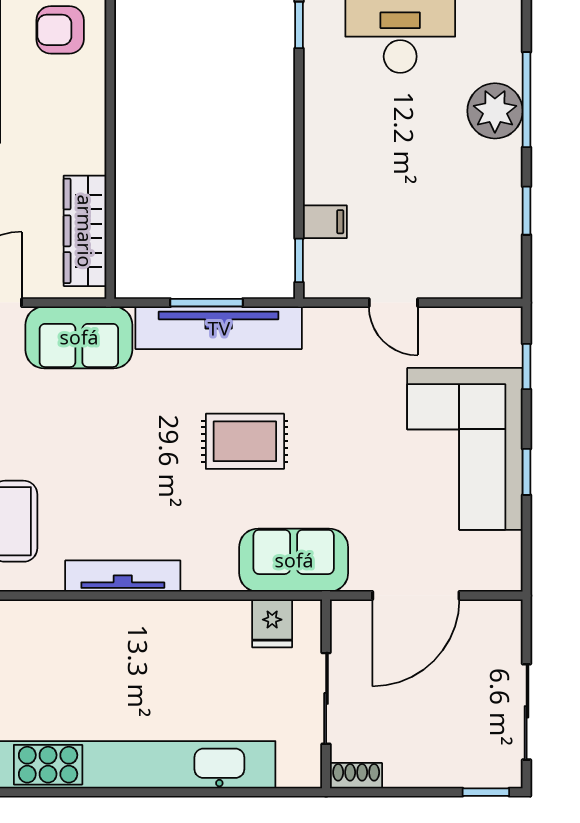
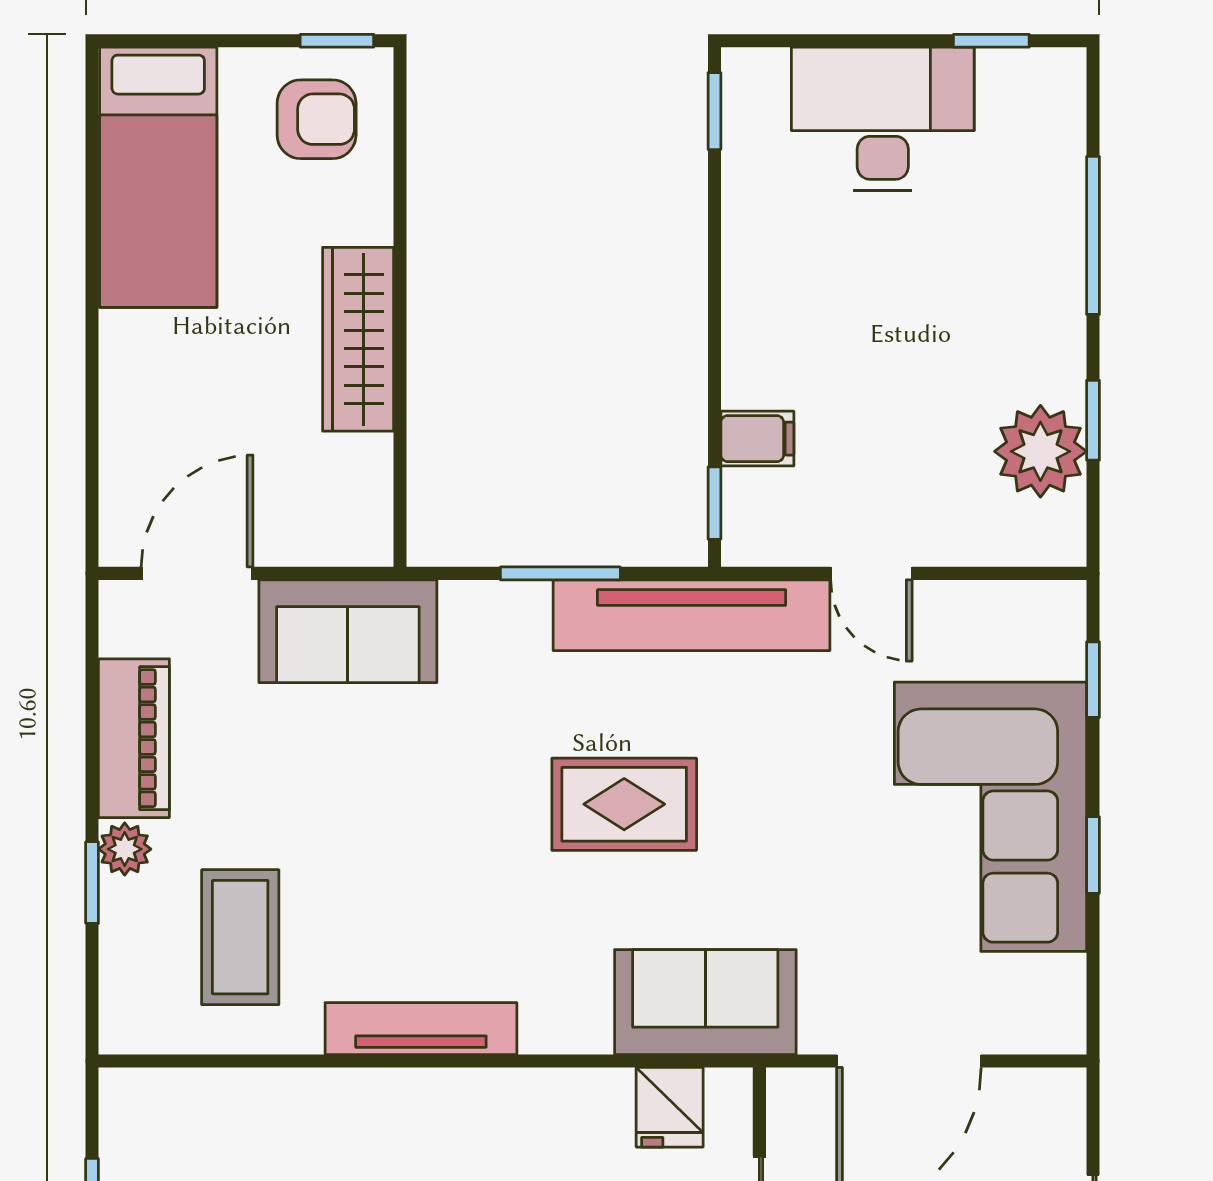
armchair: (60, 30) -> (317, 119), turned 180
plant: (495, 111) -> (1040, 451), moved
wardrobe: (85, 231) -> (358, 339), moved
tv unit: (219, 328) -> (692, 615), moved

